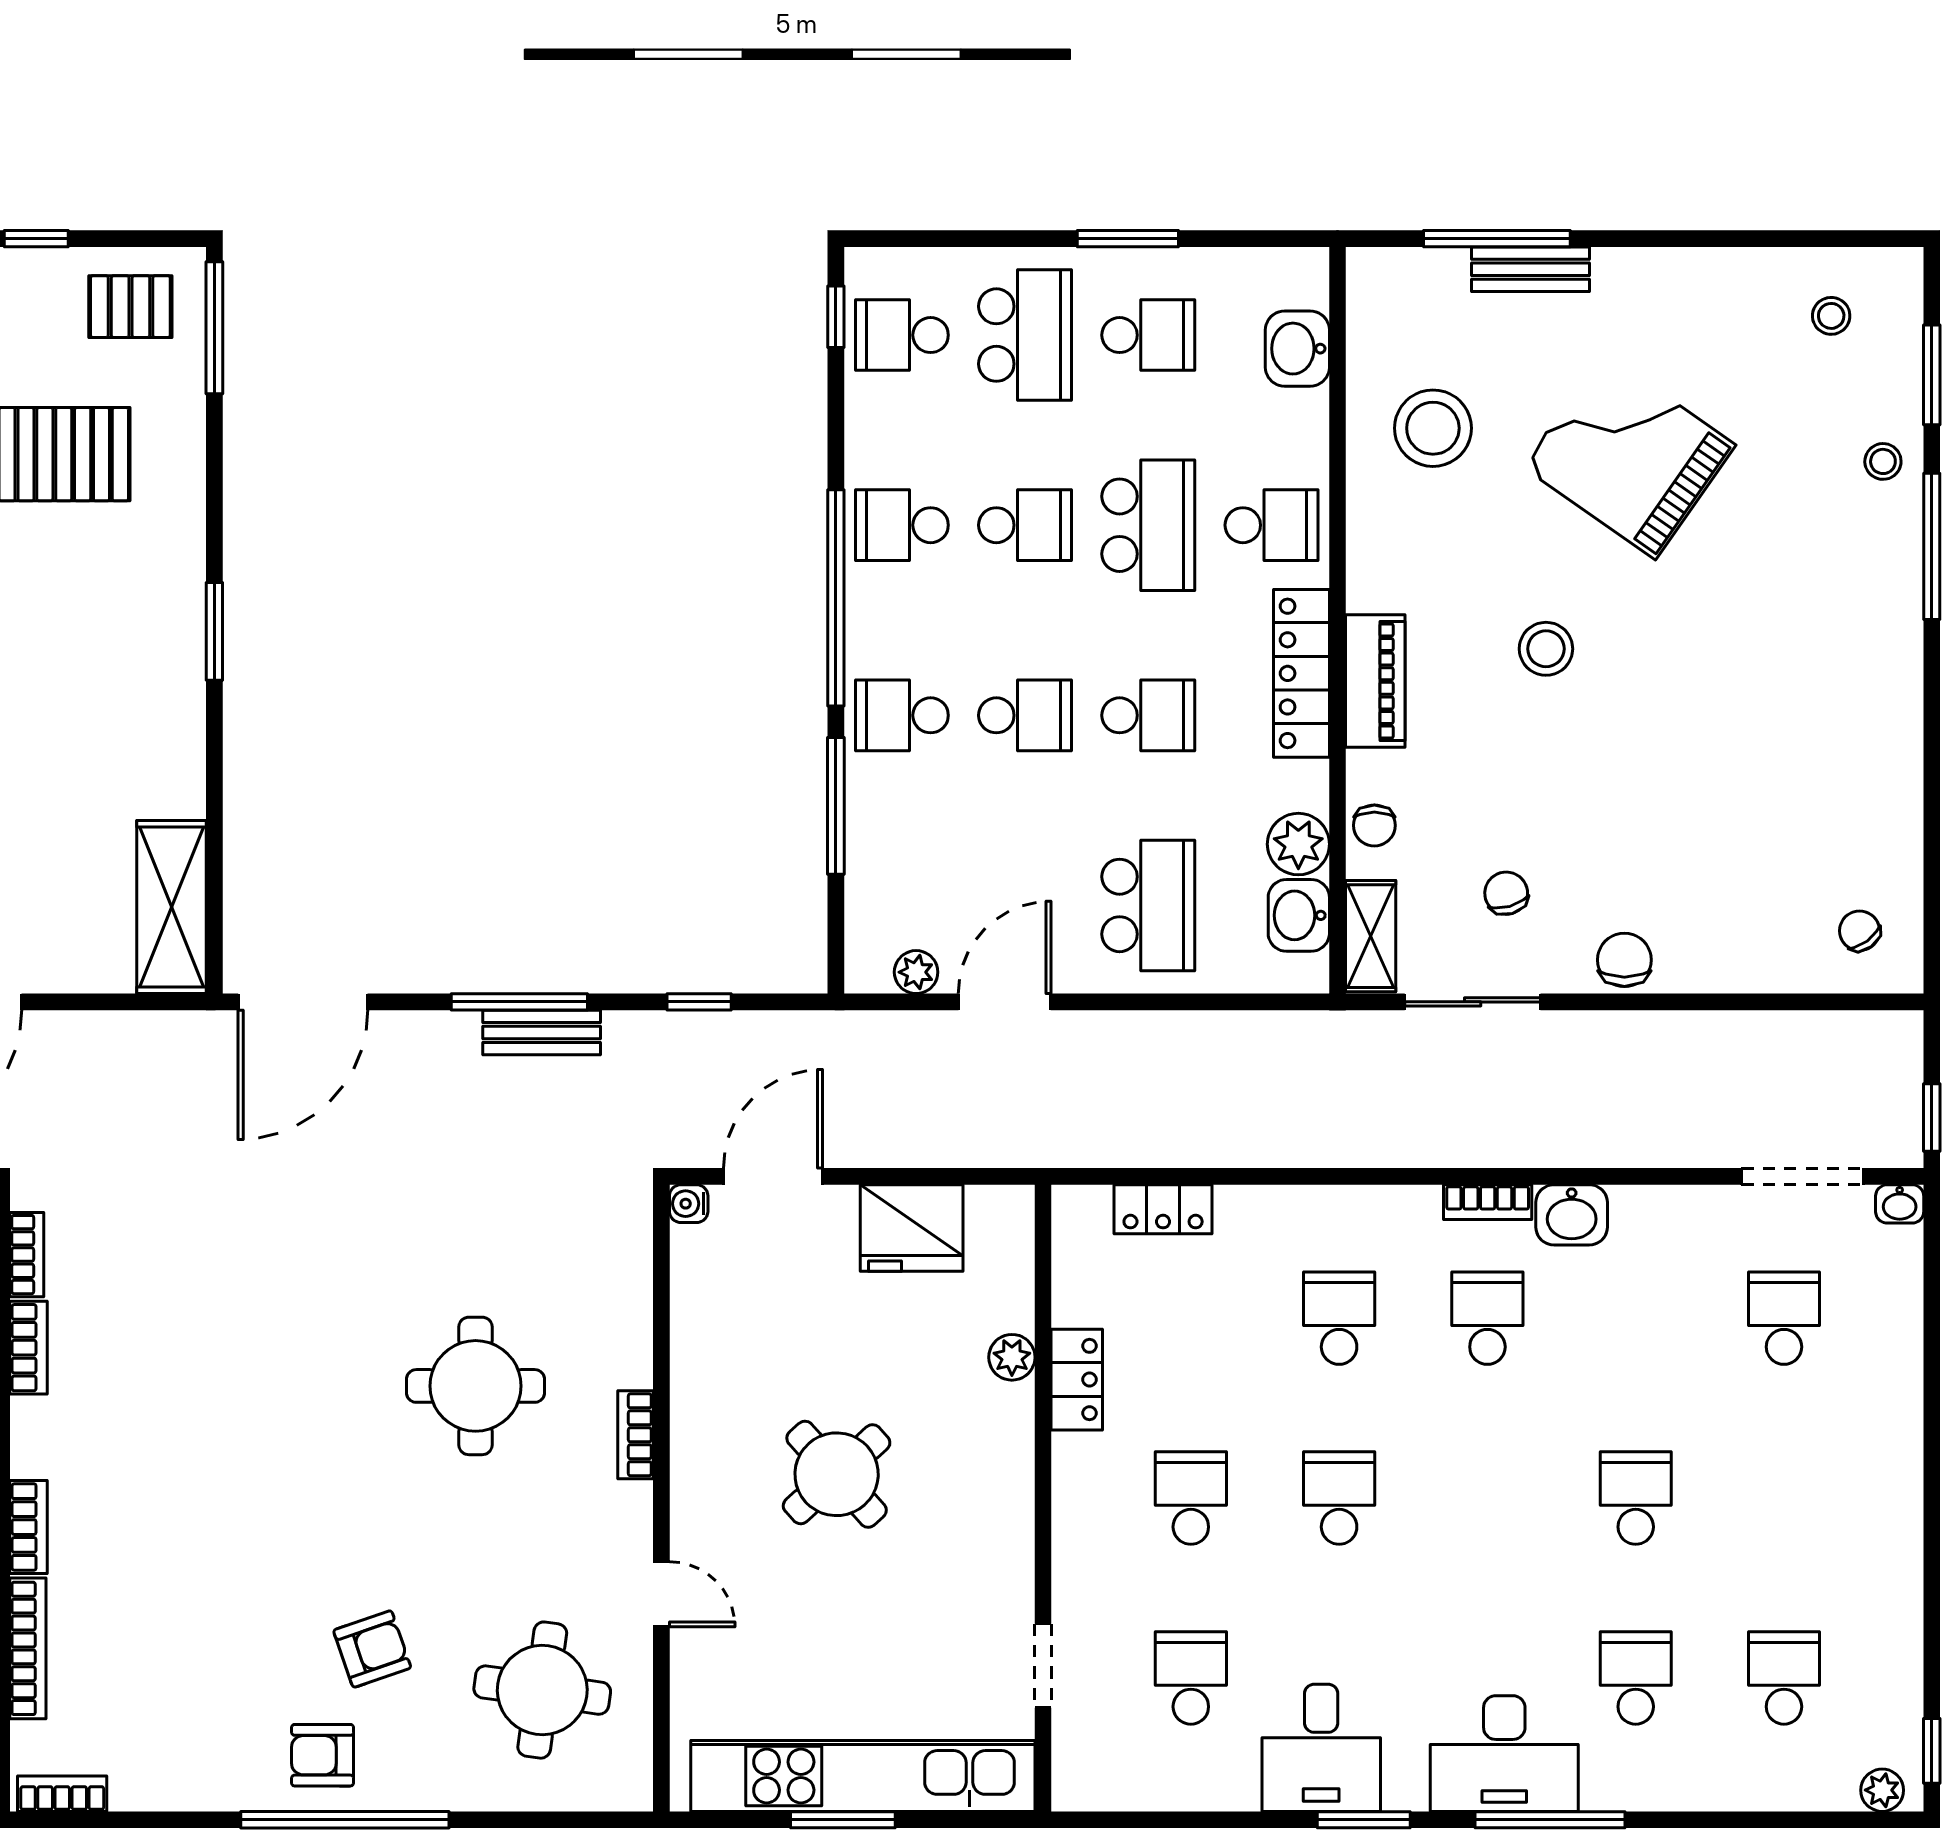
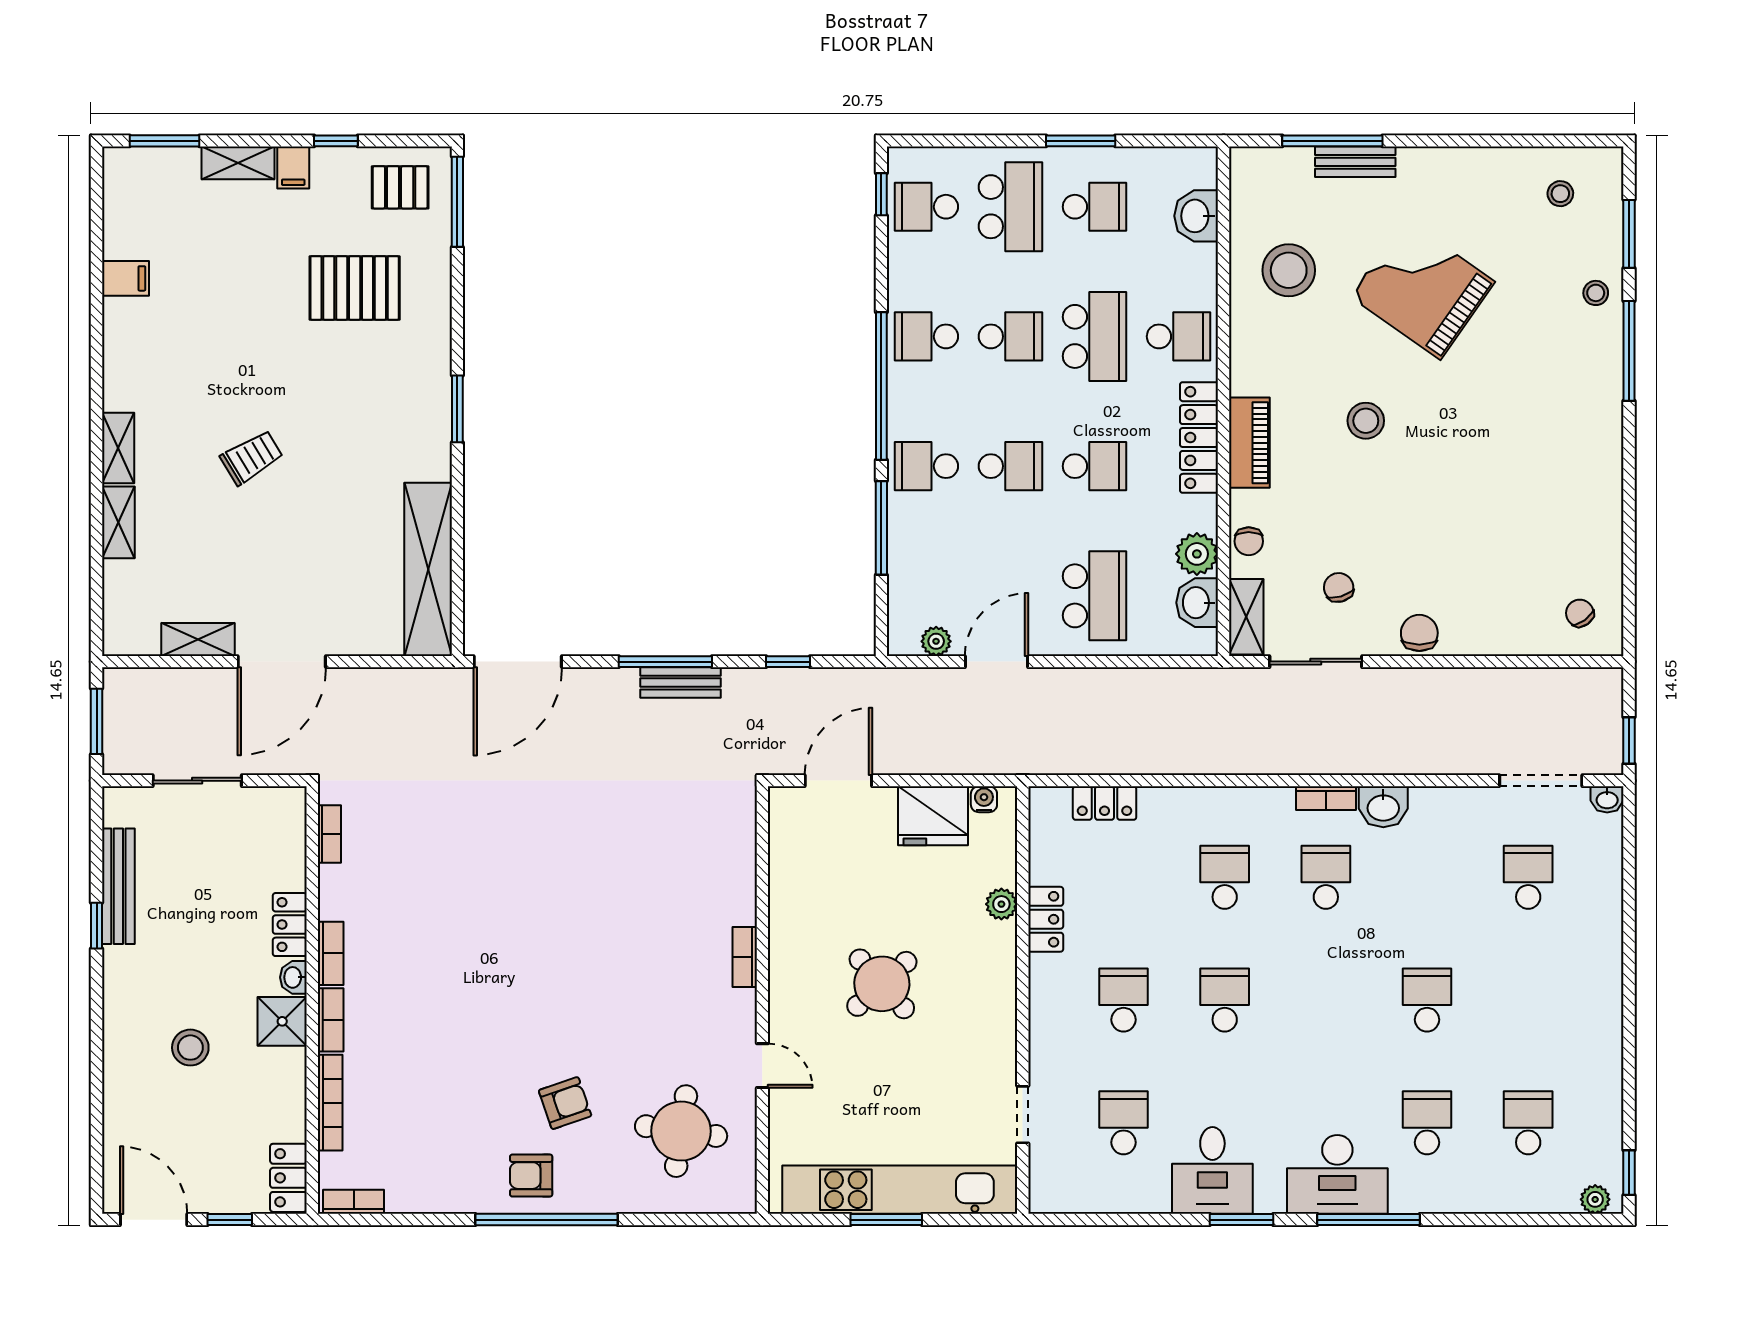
shelving: (171, 907) -> (428, 569), width x1.47
water cooler: (689, 1204) -> (984, 799), moved, turned 90
bookcase: (28, 1348) -> (331, 953), moved
round table: (476, 1386) -> (636, 924), removed

